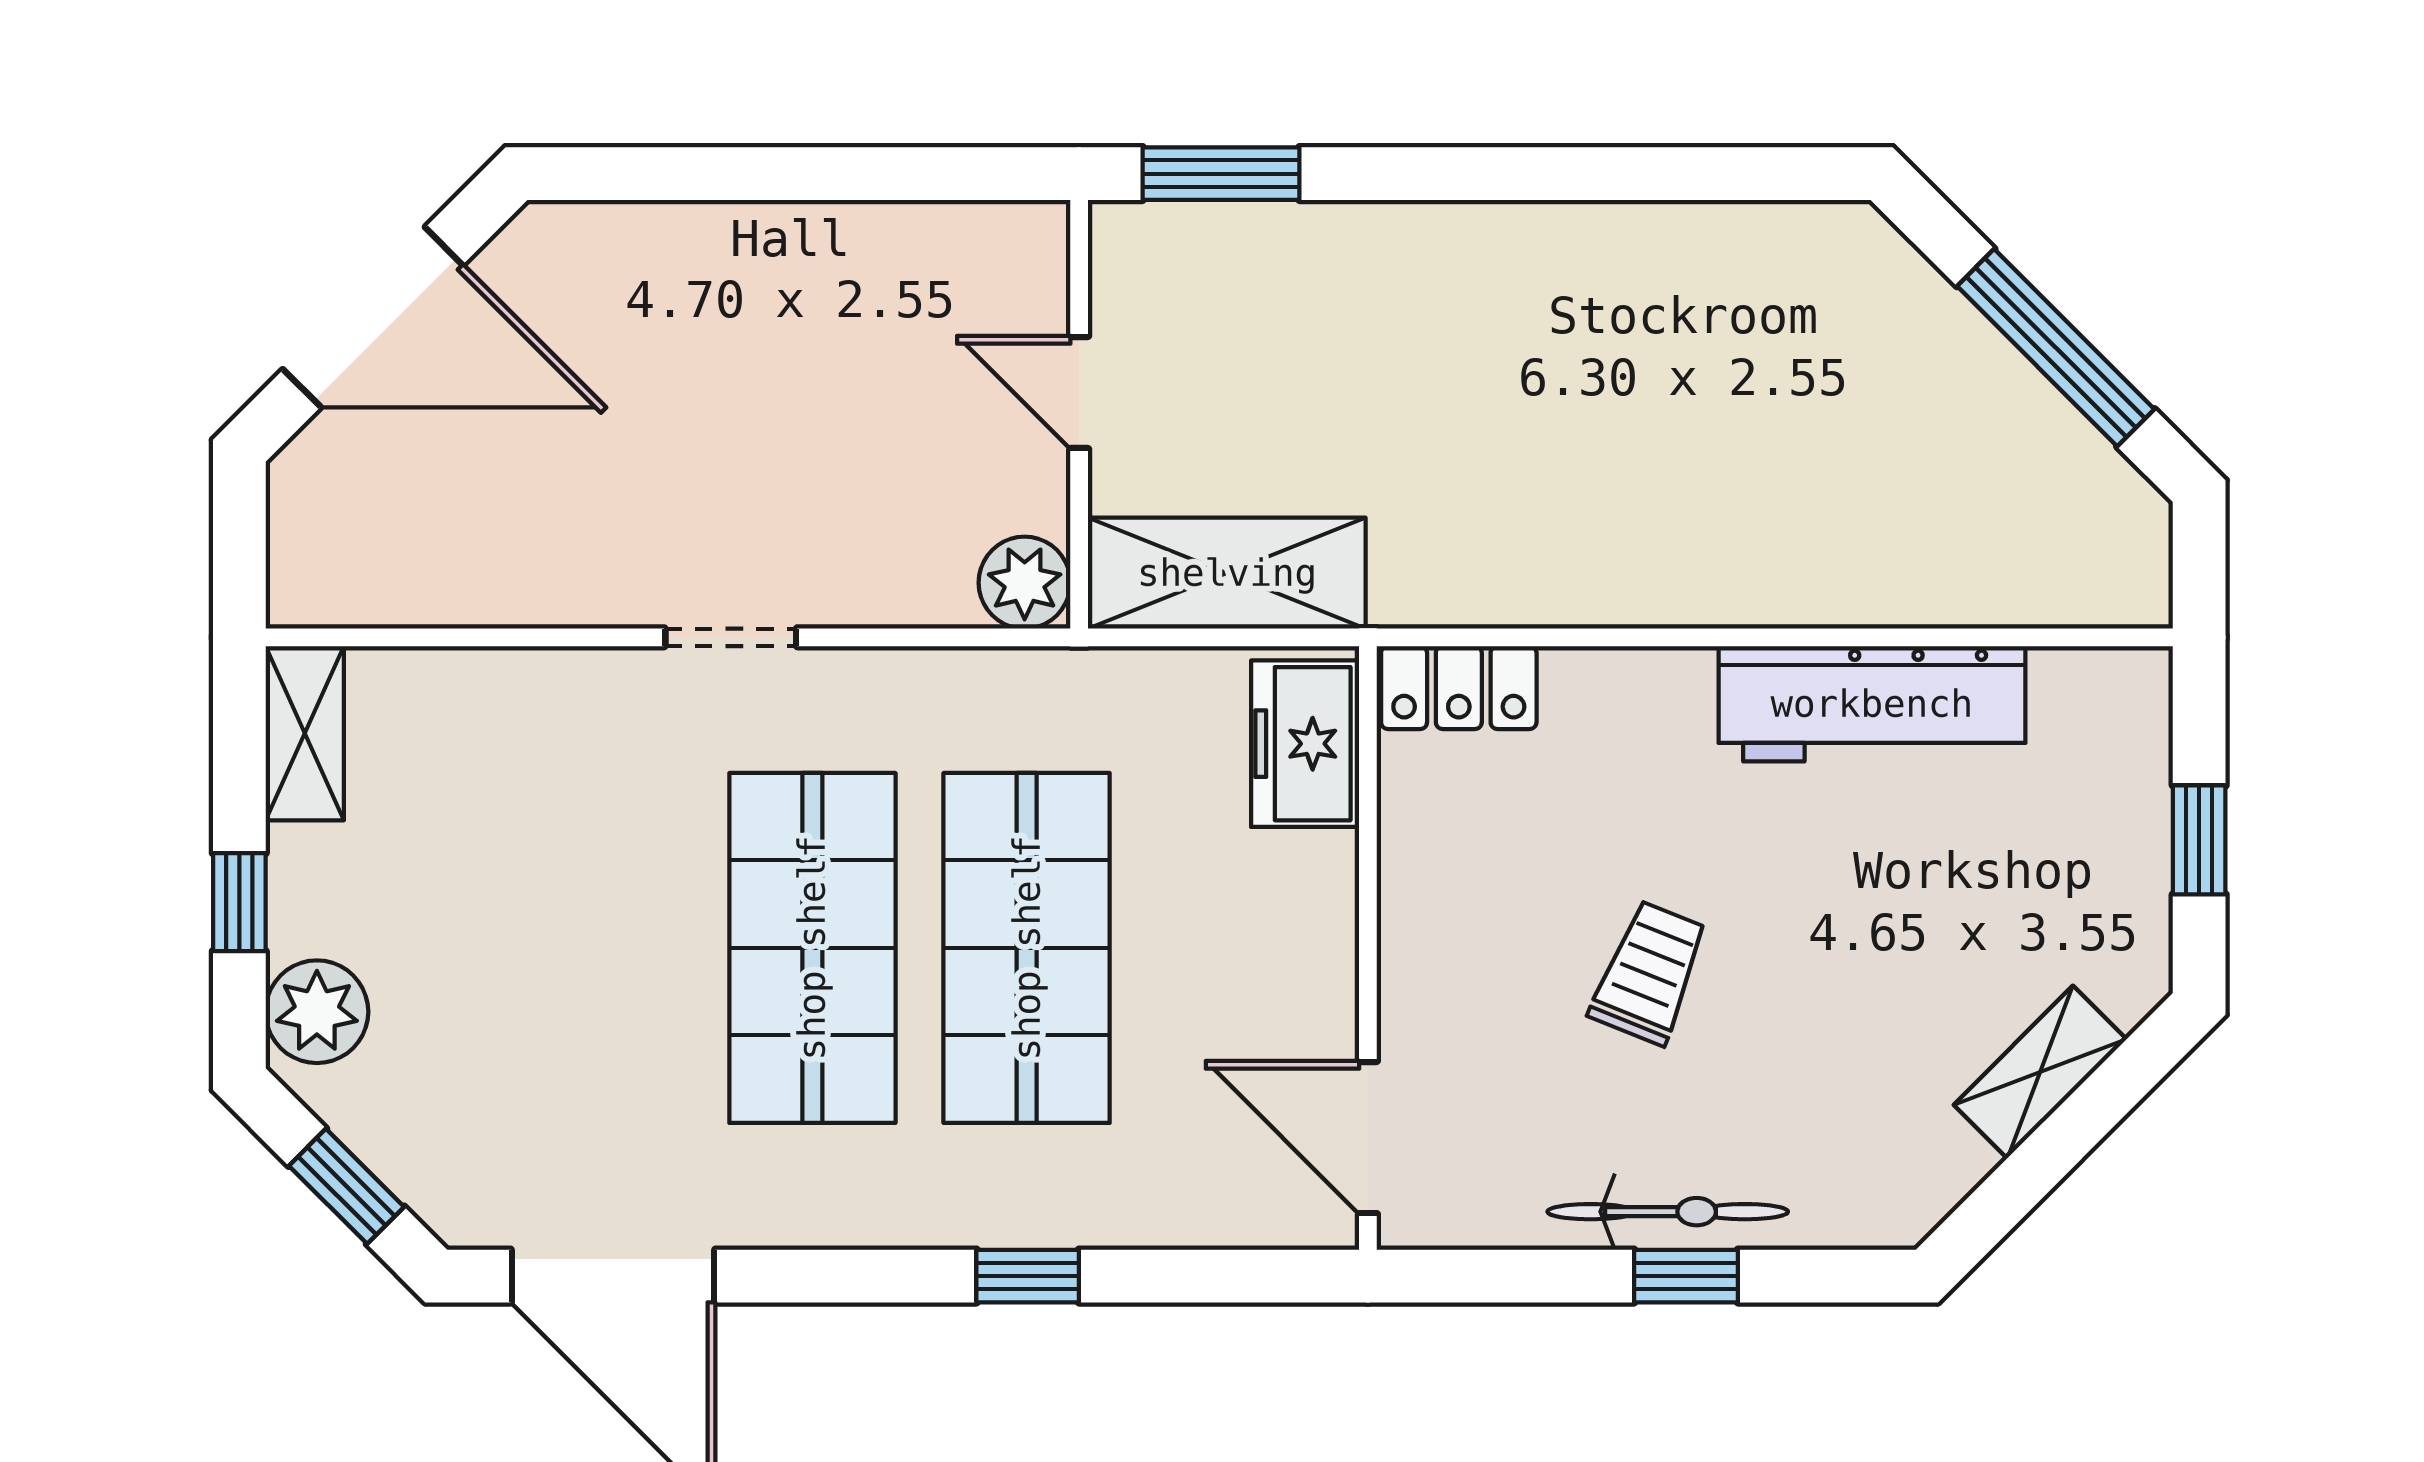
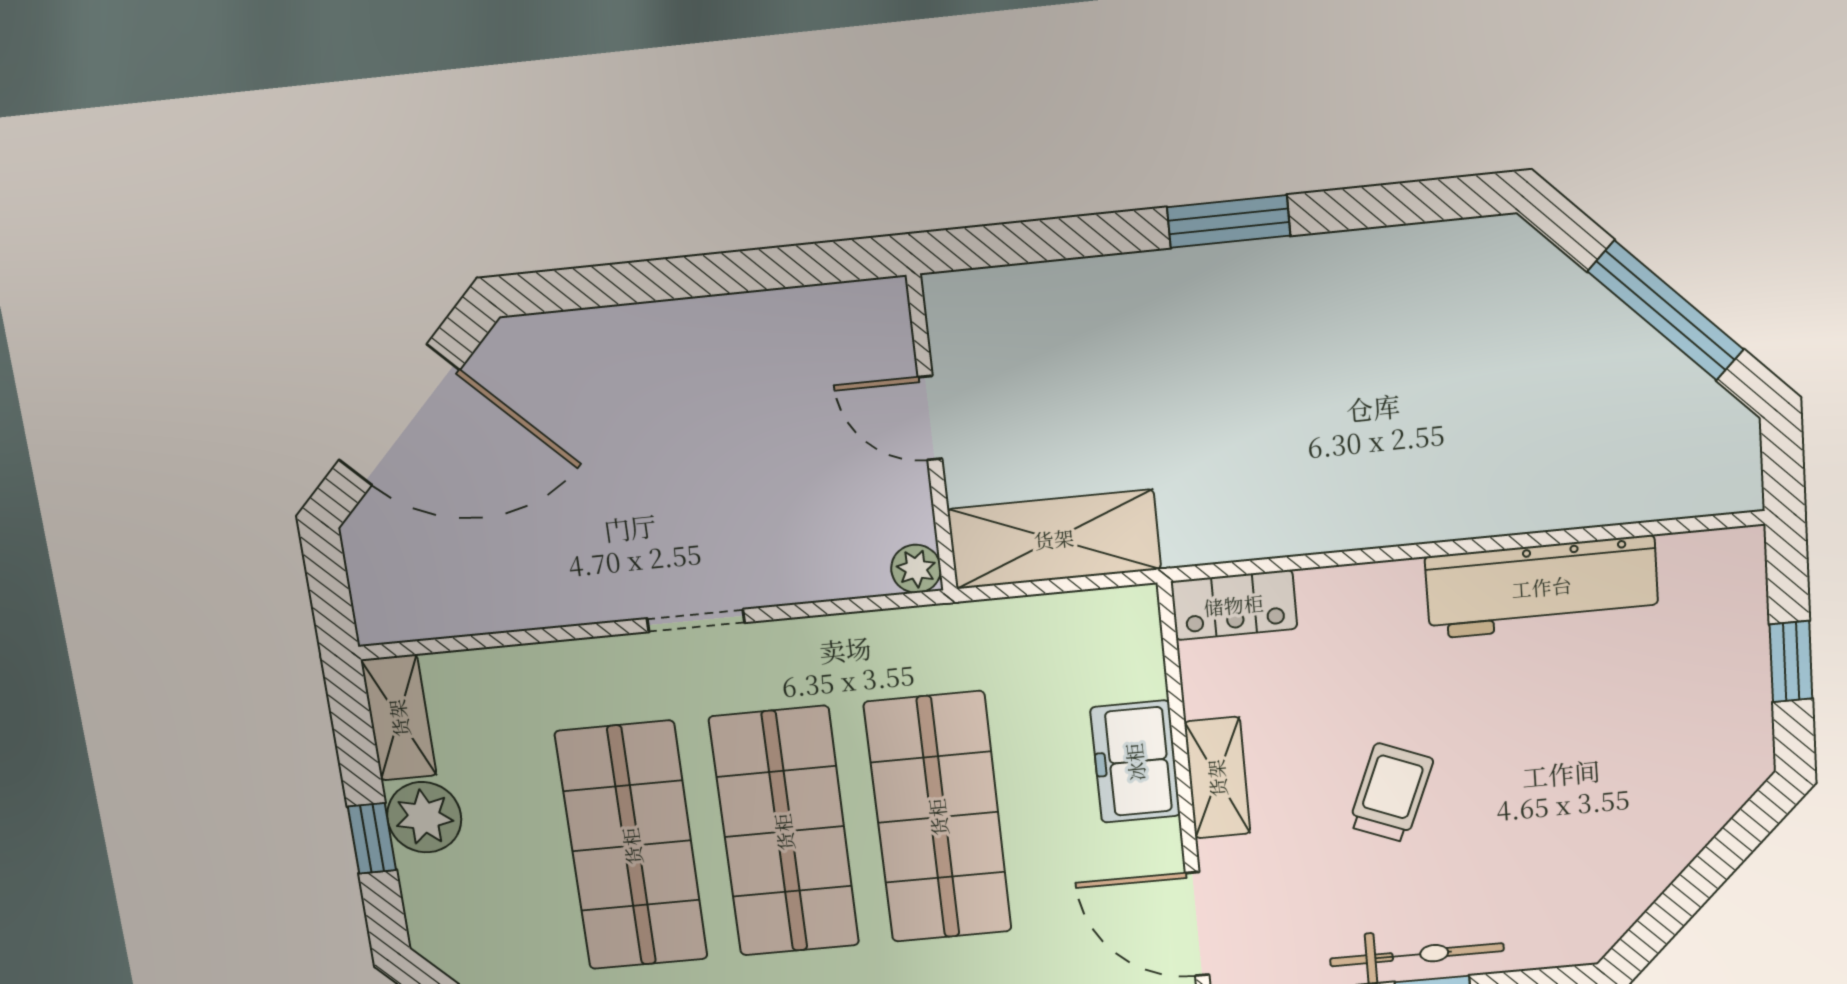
window: (1221, 174) -> (1229, 221), moved
plant: (1025, 583) -> (916, 569), width x0.73, depth x0.73
freezer: (1305, 744) -> (1135, 762), moved
shop shelf: (598, 948) -> (632, 846), added
plant: (317, 1012) -> (424, 817), moved
shelving: (2040, 1072) -> (1217, 778), moved, turned -45

